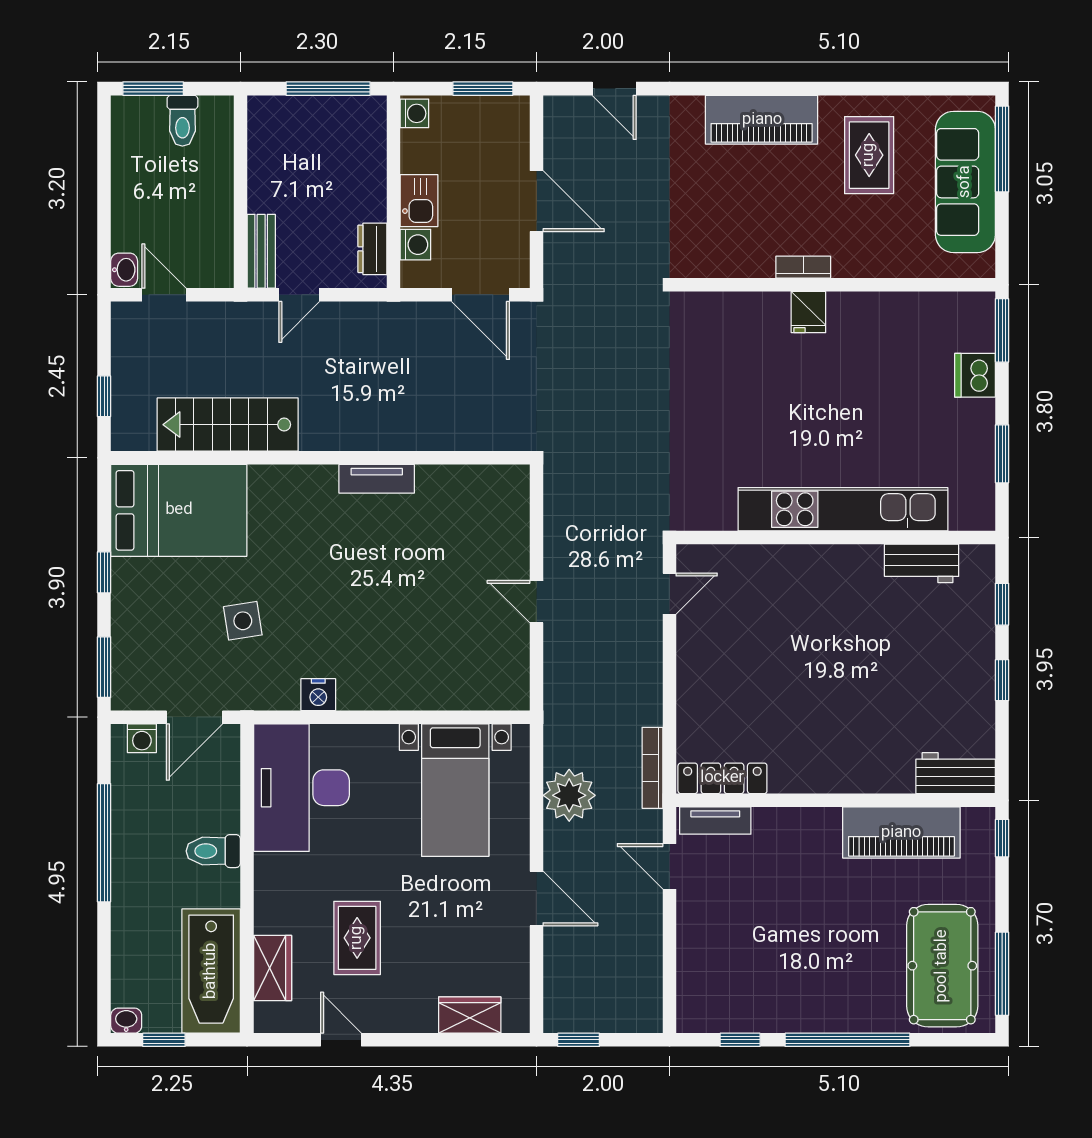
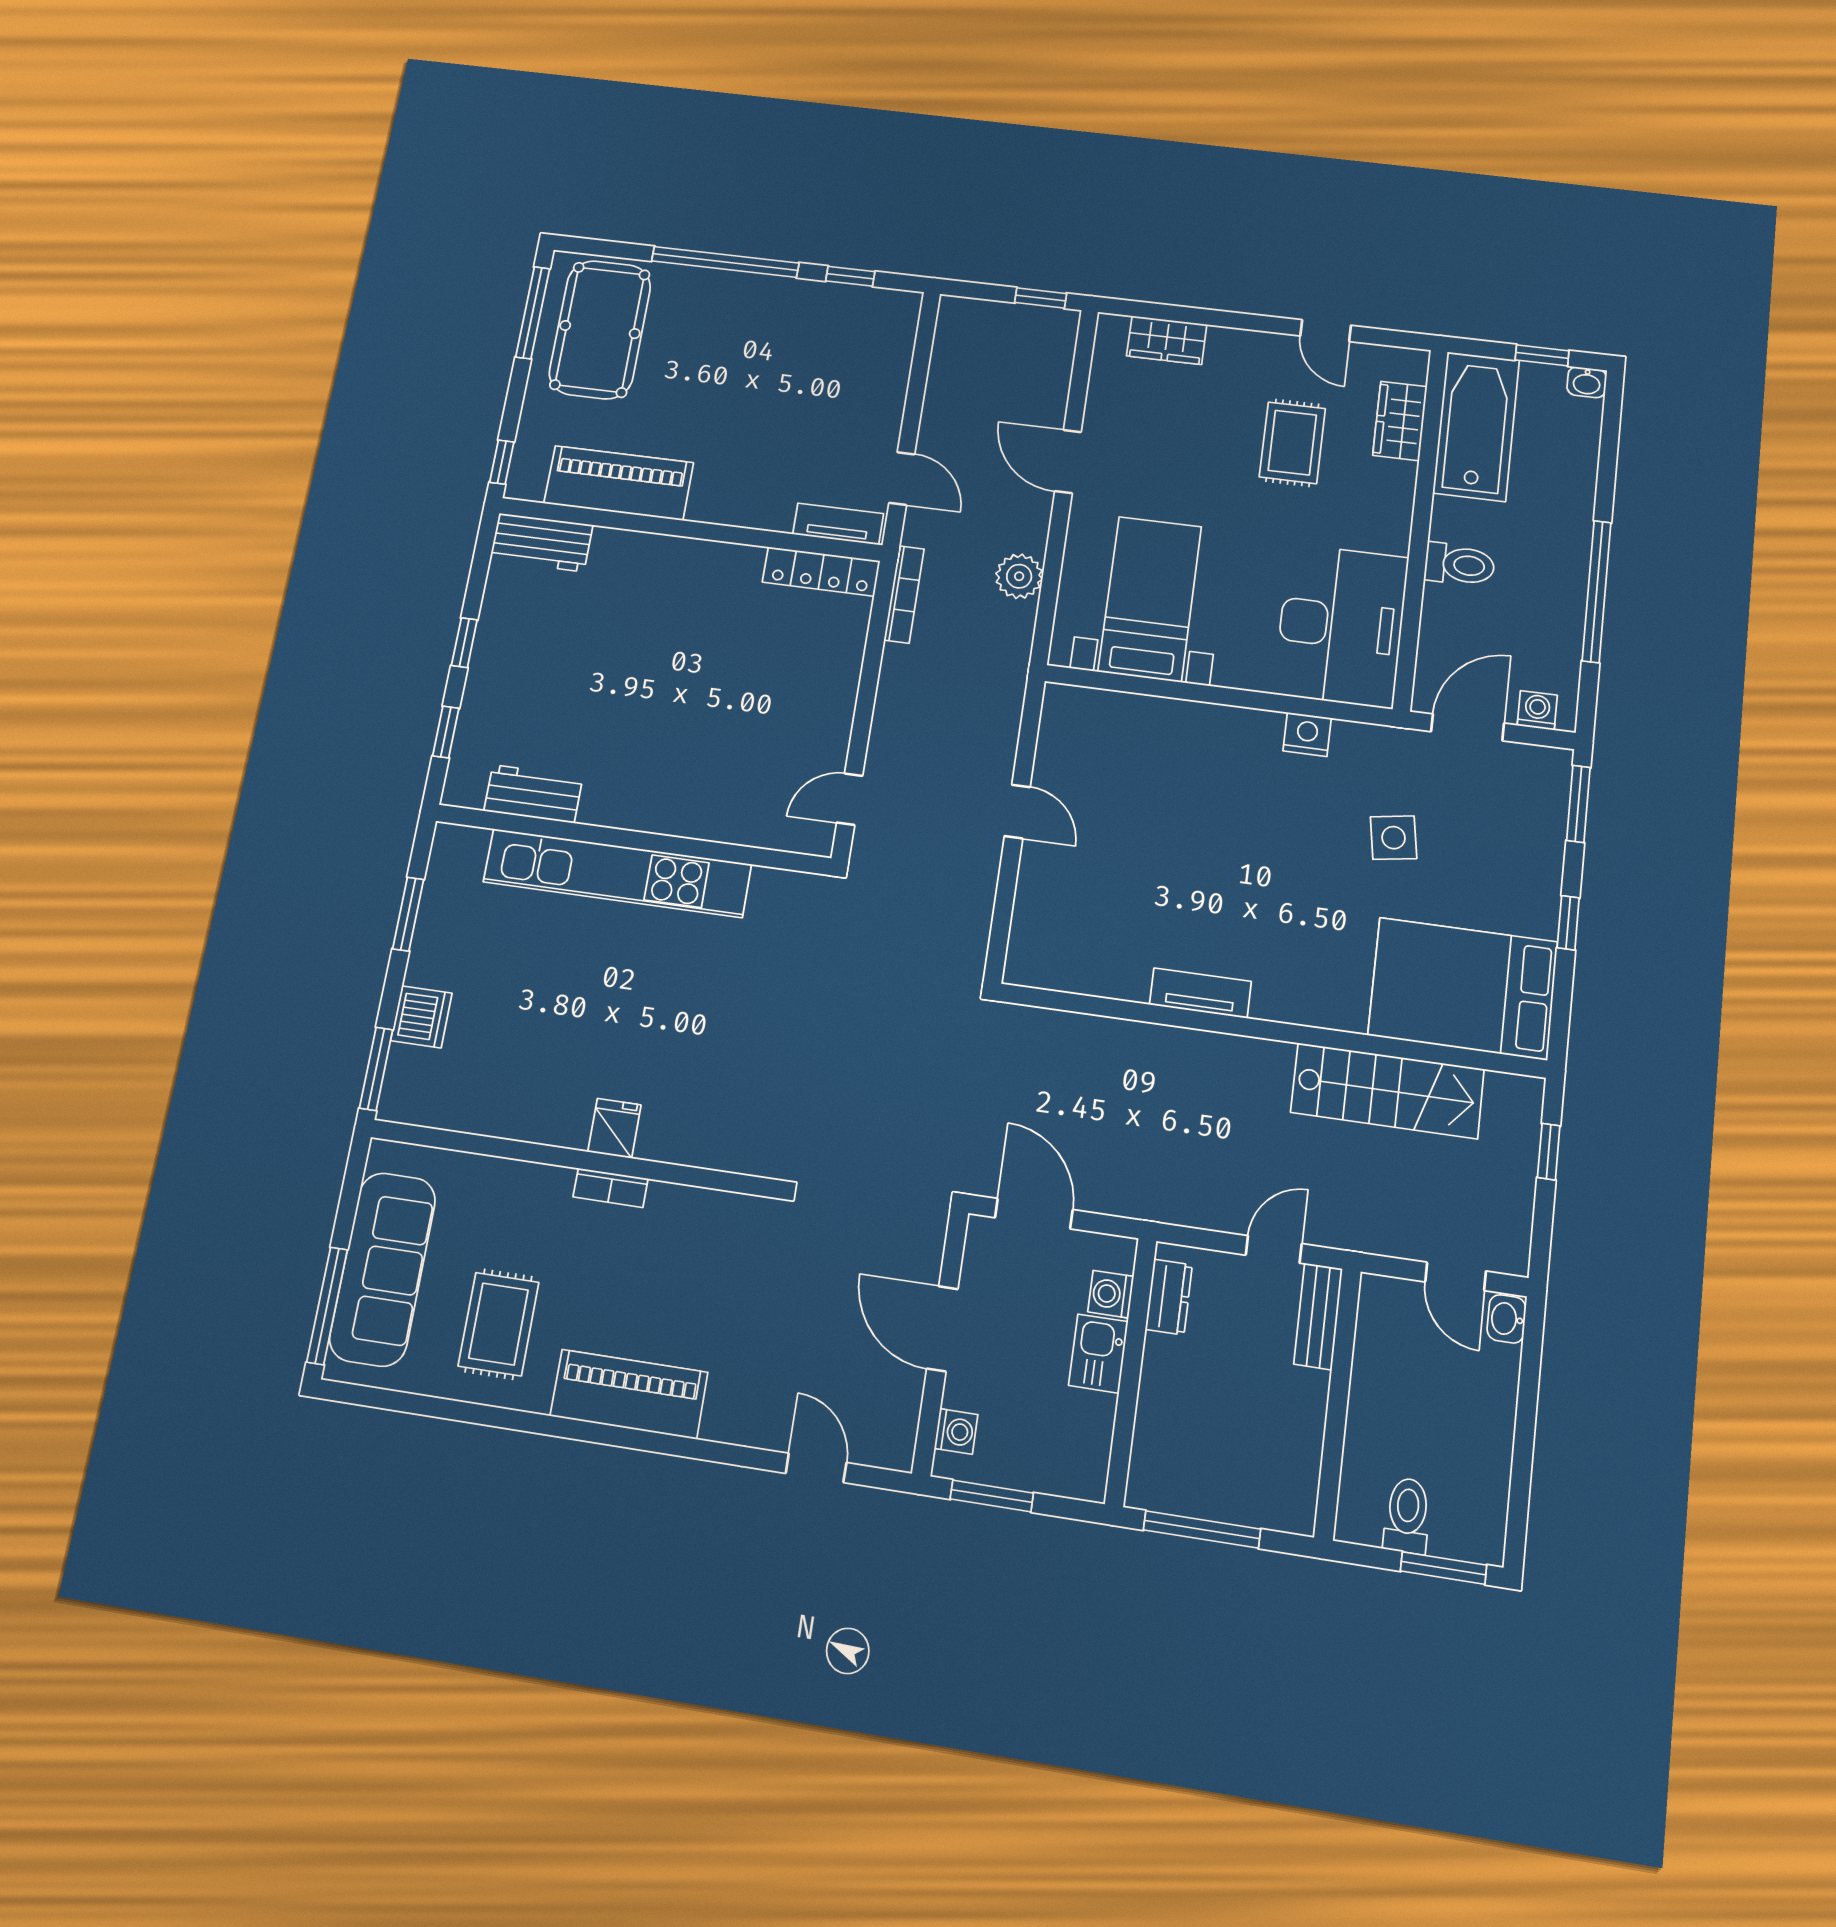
washing machine: (414, 113) -> (956, 1431), moved, turned 180
plant: (569, 795) -> (1019, 576), width x0.73, depth x0.73

